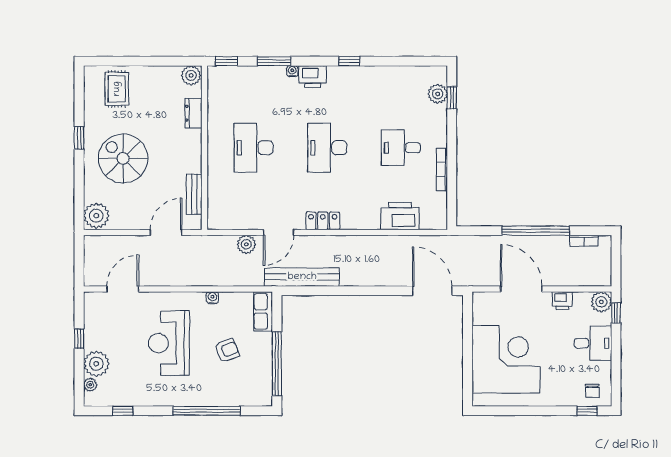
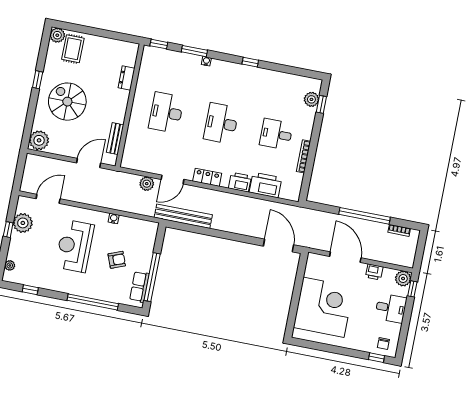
plant: (191, 75) -> (57, 35), moved
printer: (313, 77) -> (240, 182), moved, turned 180
row of seats: (263, 311) -> (139, 287), moved
plant: (96, 364) -> (23, 223), moved

